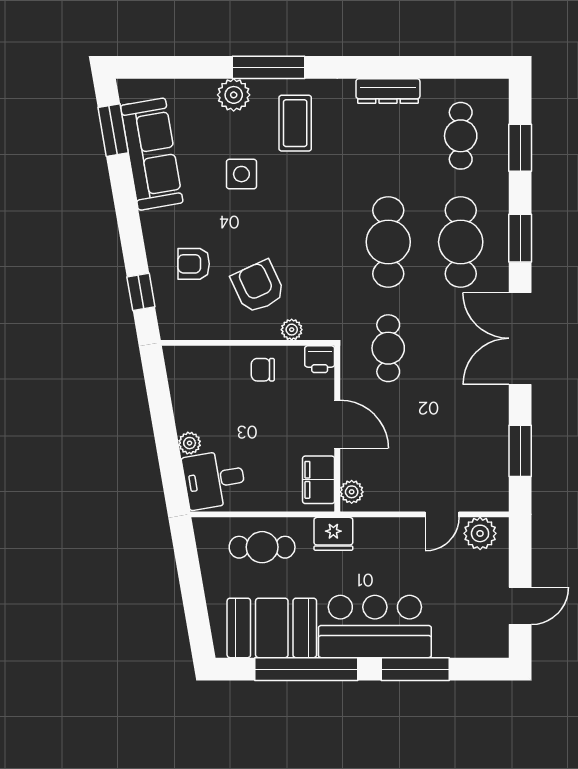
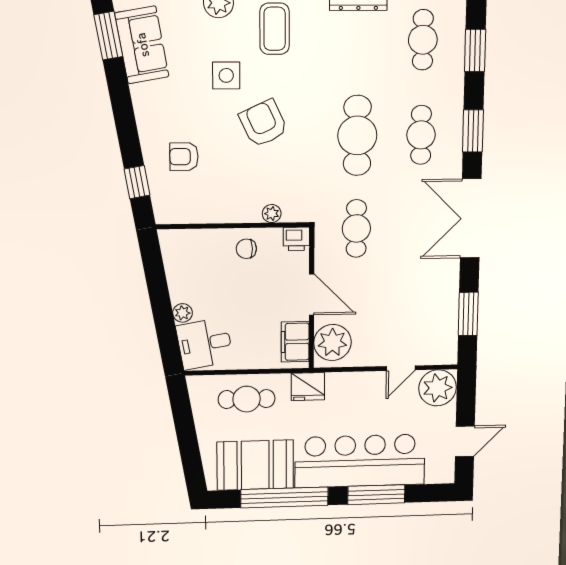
sofa: (152, 154) -> (142, 45), width x0.73
cafe table: (461, 242) -> (421, 135), width x0.73, depth x0.74
armchair: (258, 287) -> (263, 123), moved
plant: (352, 492) -> (332, 342), width x1.87, depth x1.87
plant: (480, 533) -> (438, 388), width x1.36, depth x1.36
bar counter: (375, 627) -> (360, 461), width x1.36

